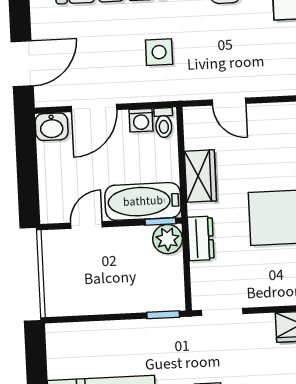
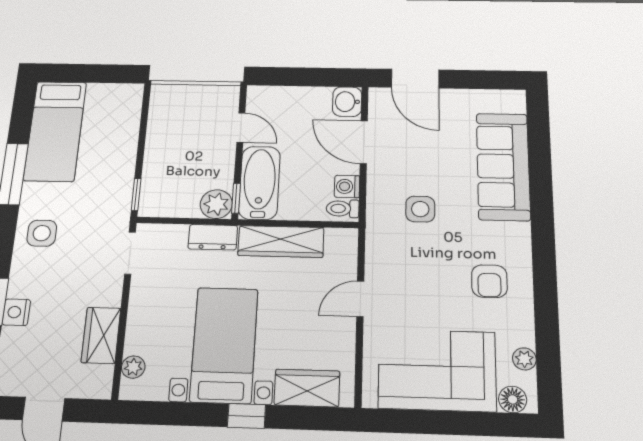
door: (229, 102) -> (360, 299), moved
wardrobe: (200, 176) -> (281, 241), width x1.50

